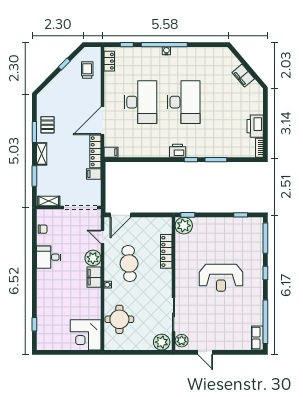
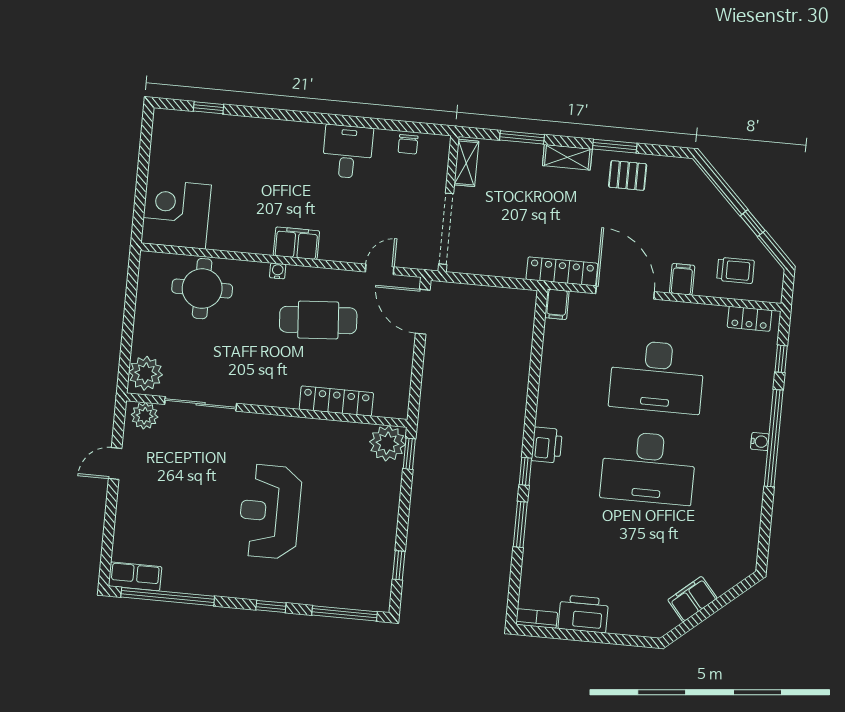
filing cabinet: (94, 174) -> (682, 279), moved
plant: (93, 258) -> (337, 245), removed

